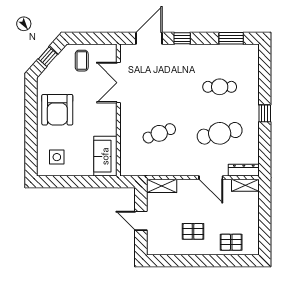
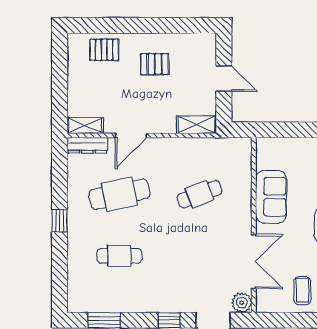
plant: (127, 52) -> (242, 303), added
sofa: (105, 156) -> (271, 197), moved
door: (211, 178) -> (131, 135), swing flipped

